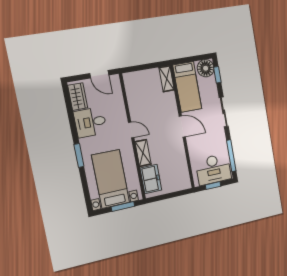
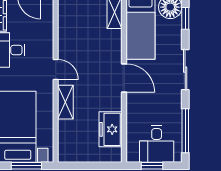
desk: (213, 169) -> (157, 144), width x0.73
freezer: (151, 179) -> (110, 129), moved, turned 180

